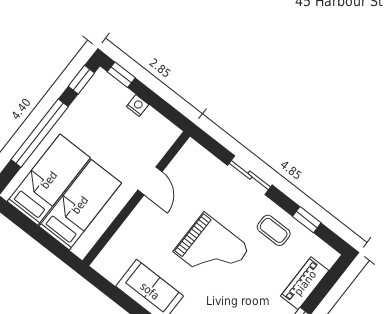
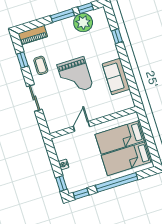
grand piano: (212, 250) -> (75, 76), turned 180
piano: (305, 283) -> (33, 35), moved

